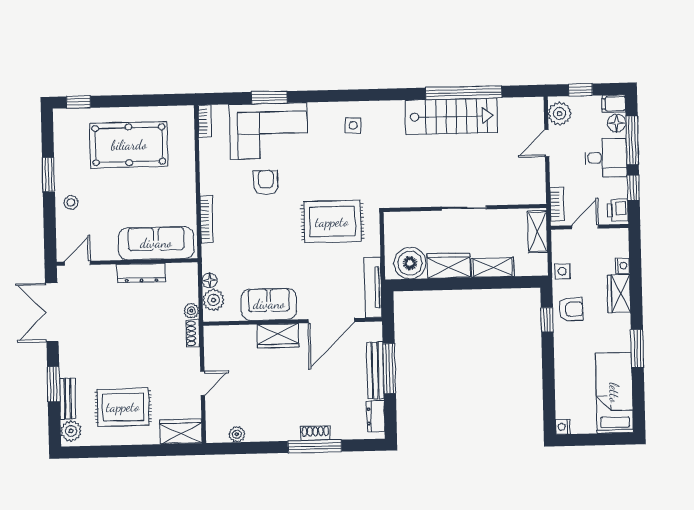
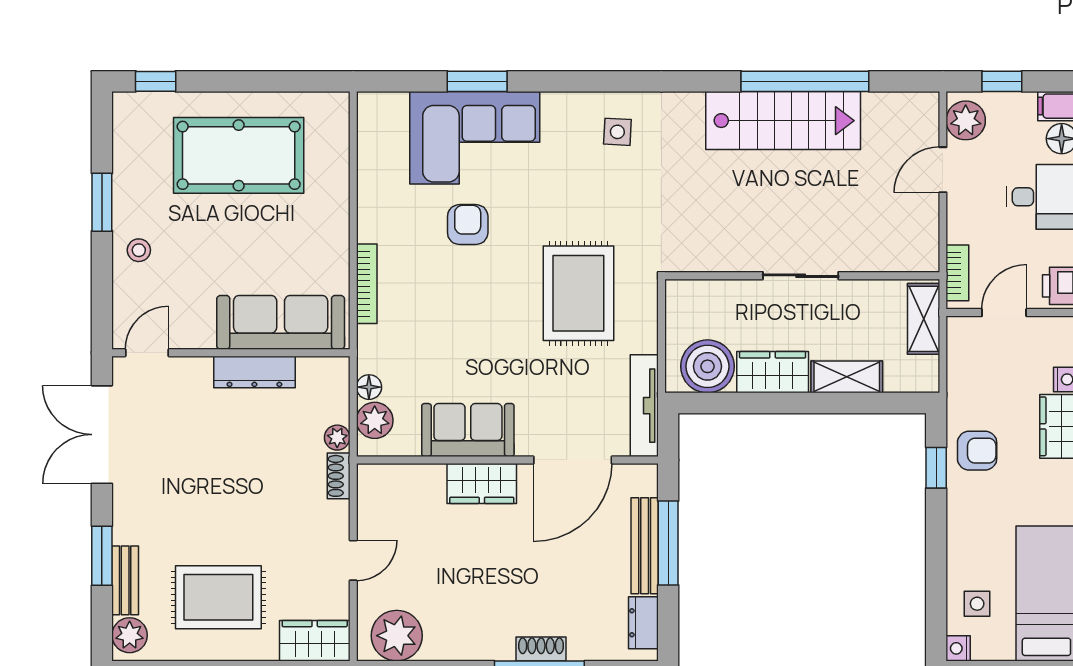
bookcase: (205, 121) -> (367, 119), removed
rug: (332, 222) -> (578, 293), turned 90
side table: (562, 271) -> (977, 604), moved
plant: (237, 434) -> (397, 636), width x1.87, depth x1.87

